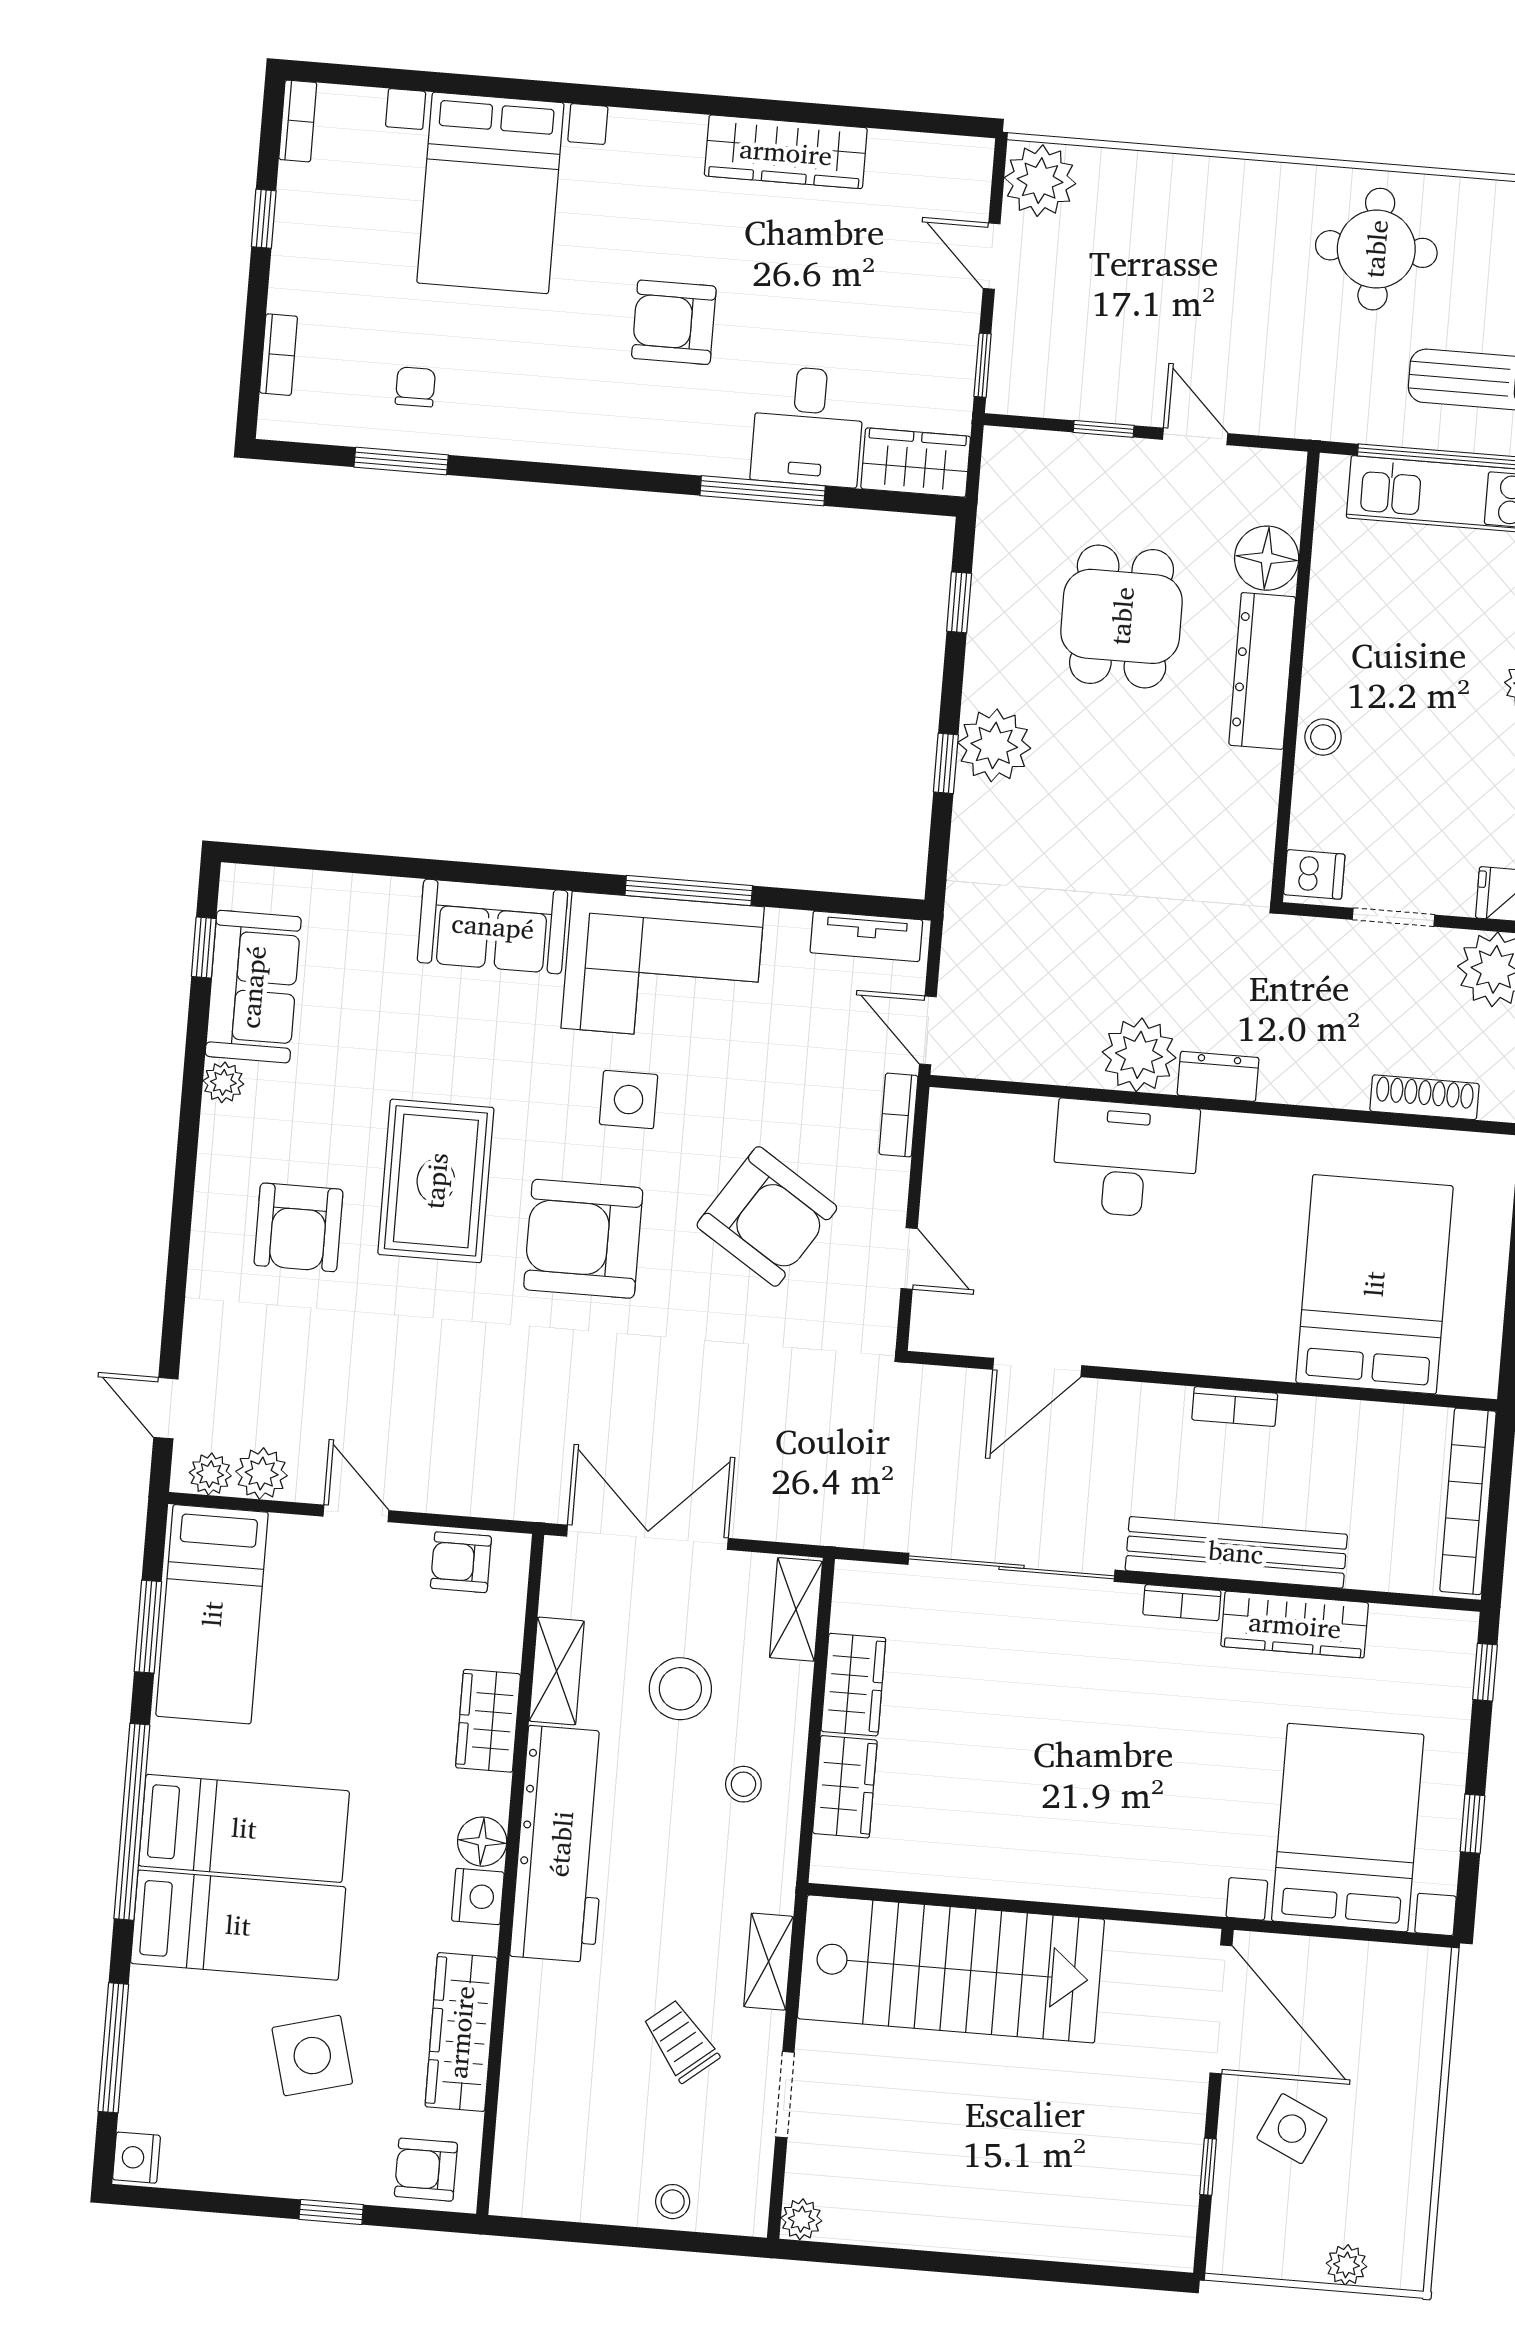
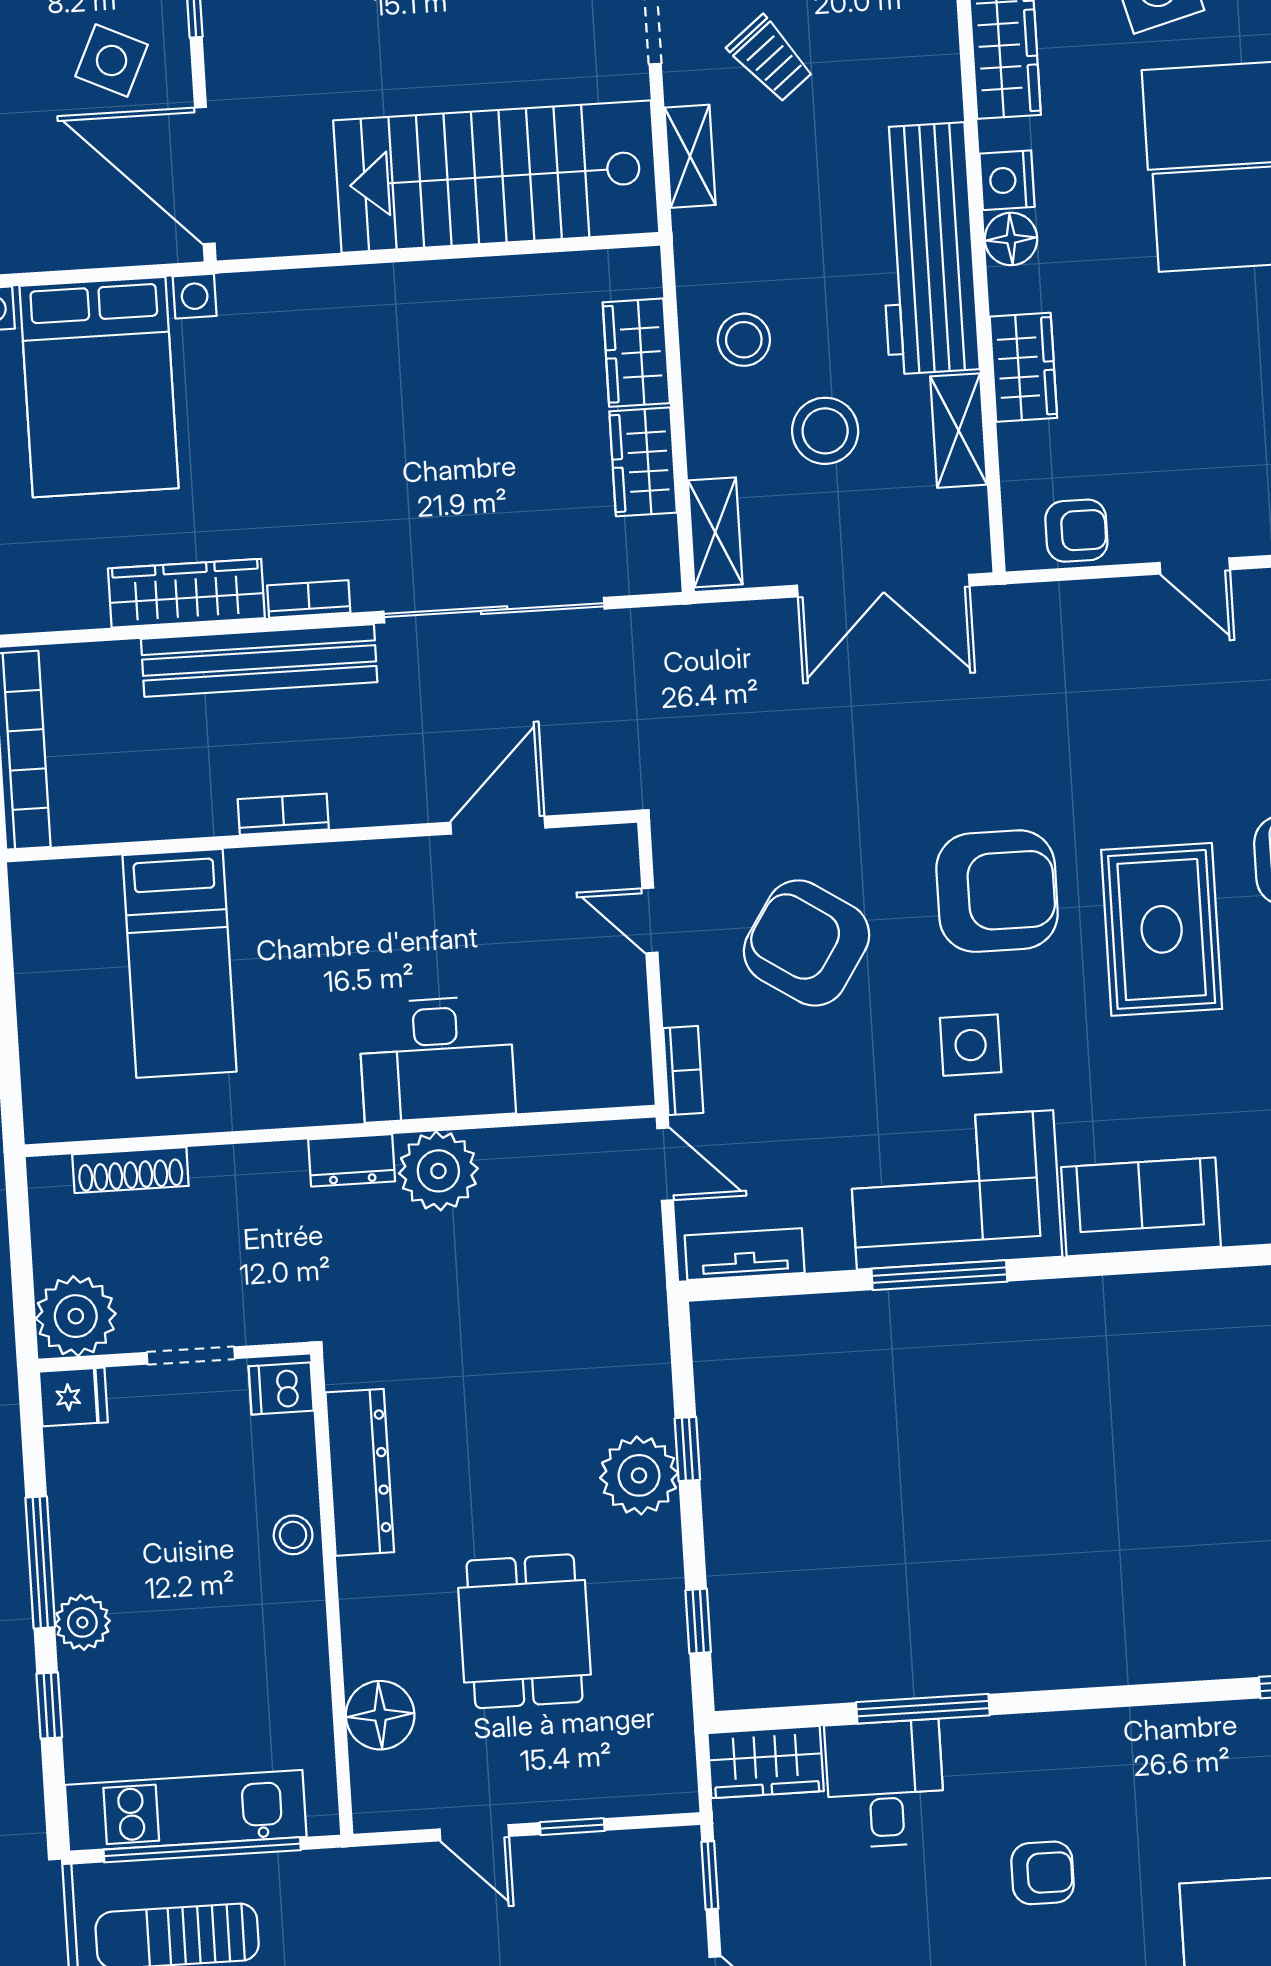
armchair: (674, 322) -> (1043, 1873), width x0.72, depth x0.72
dresser: (1262, 671) -> (360, 1472), moved
bed: (1374, 1284) -> (179, 963), width x0.67
stool: (743, 1784) -> (744, 340), width x1.37, depth x1.37

